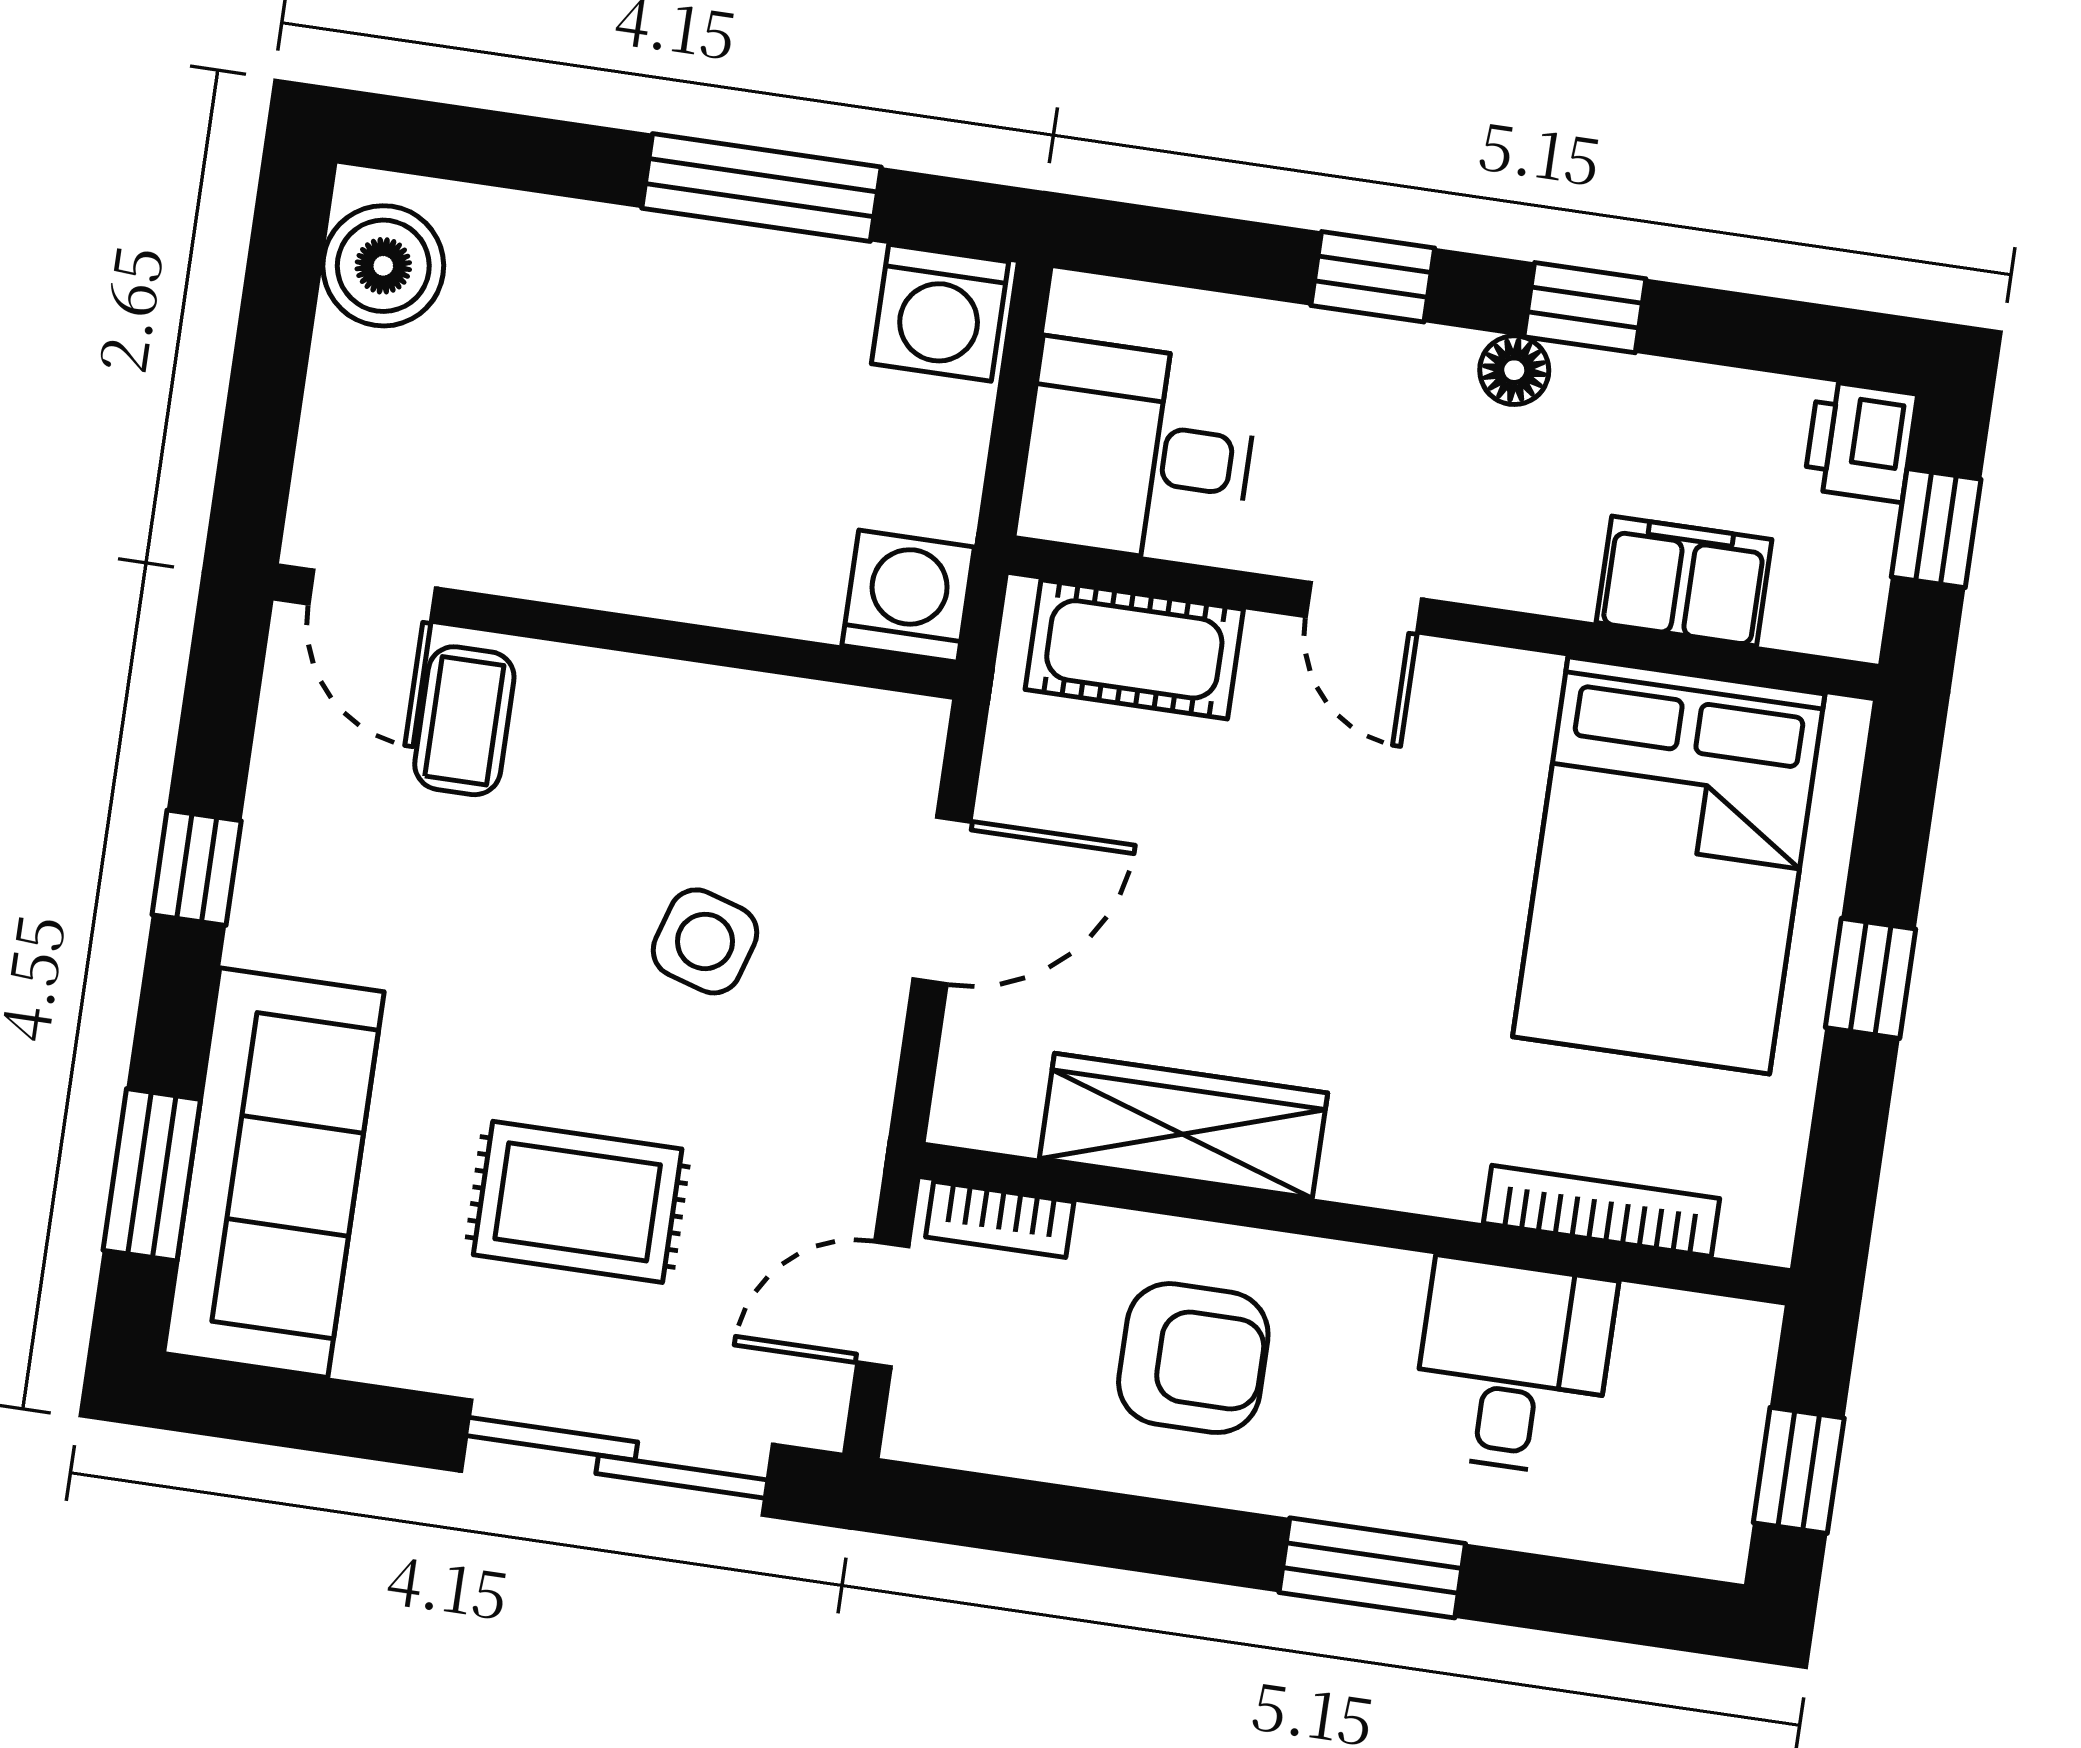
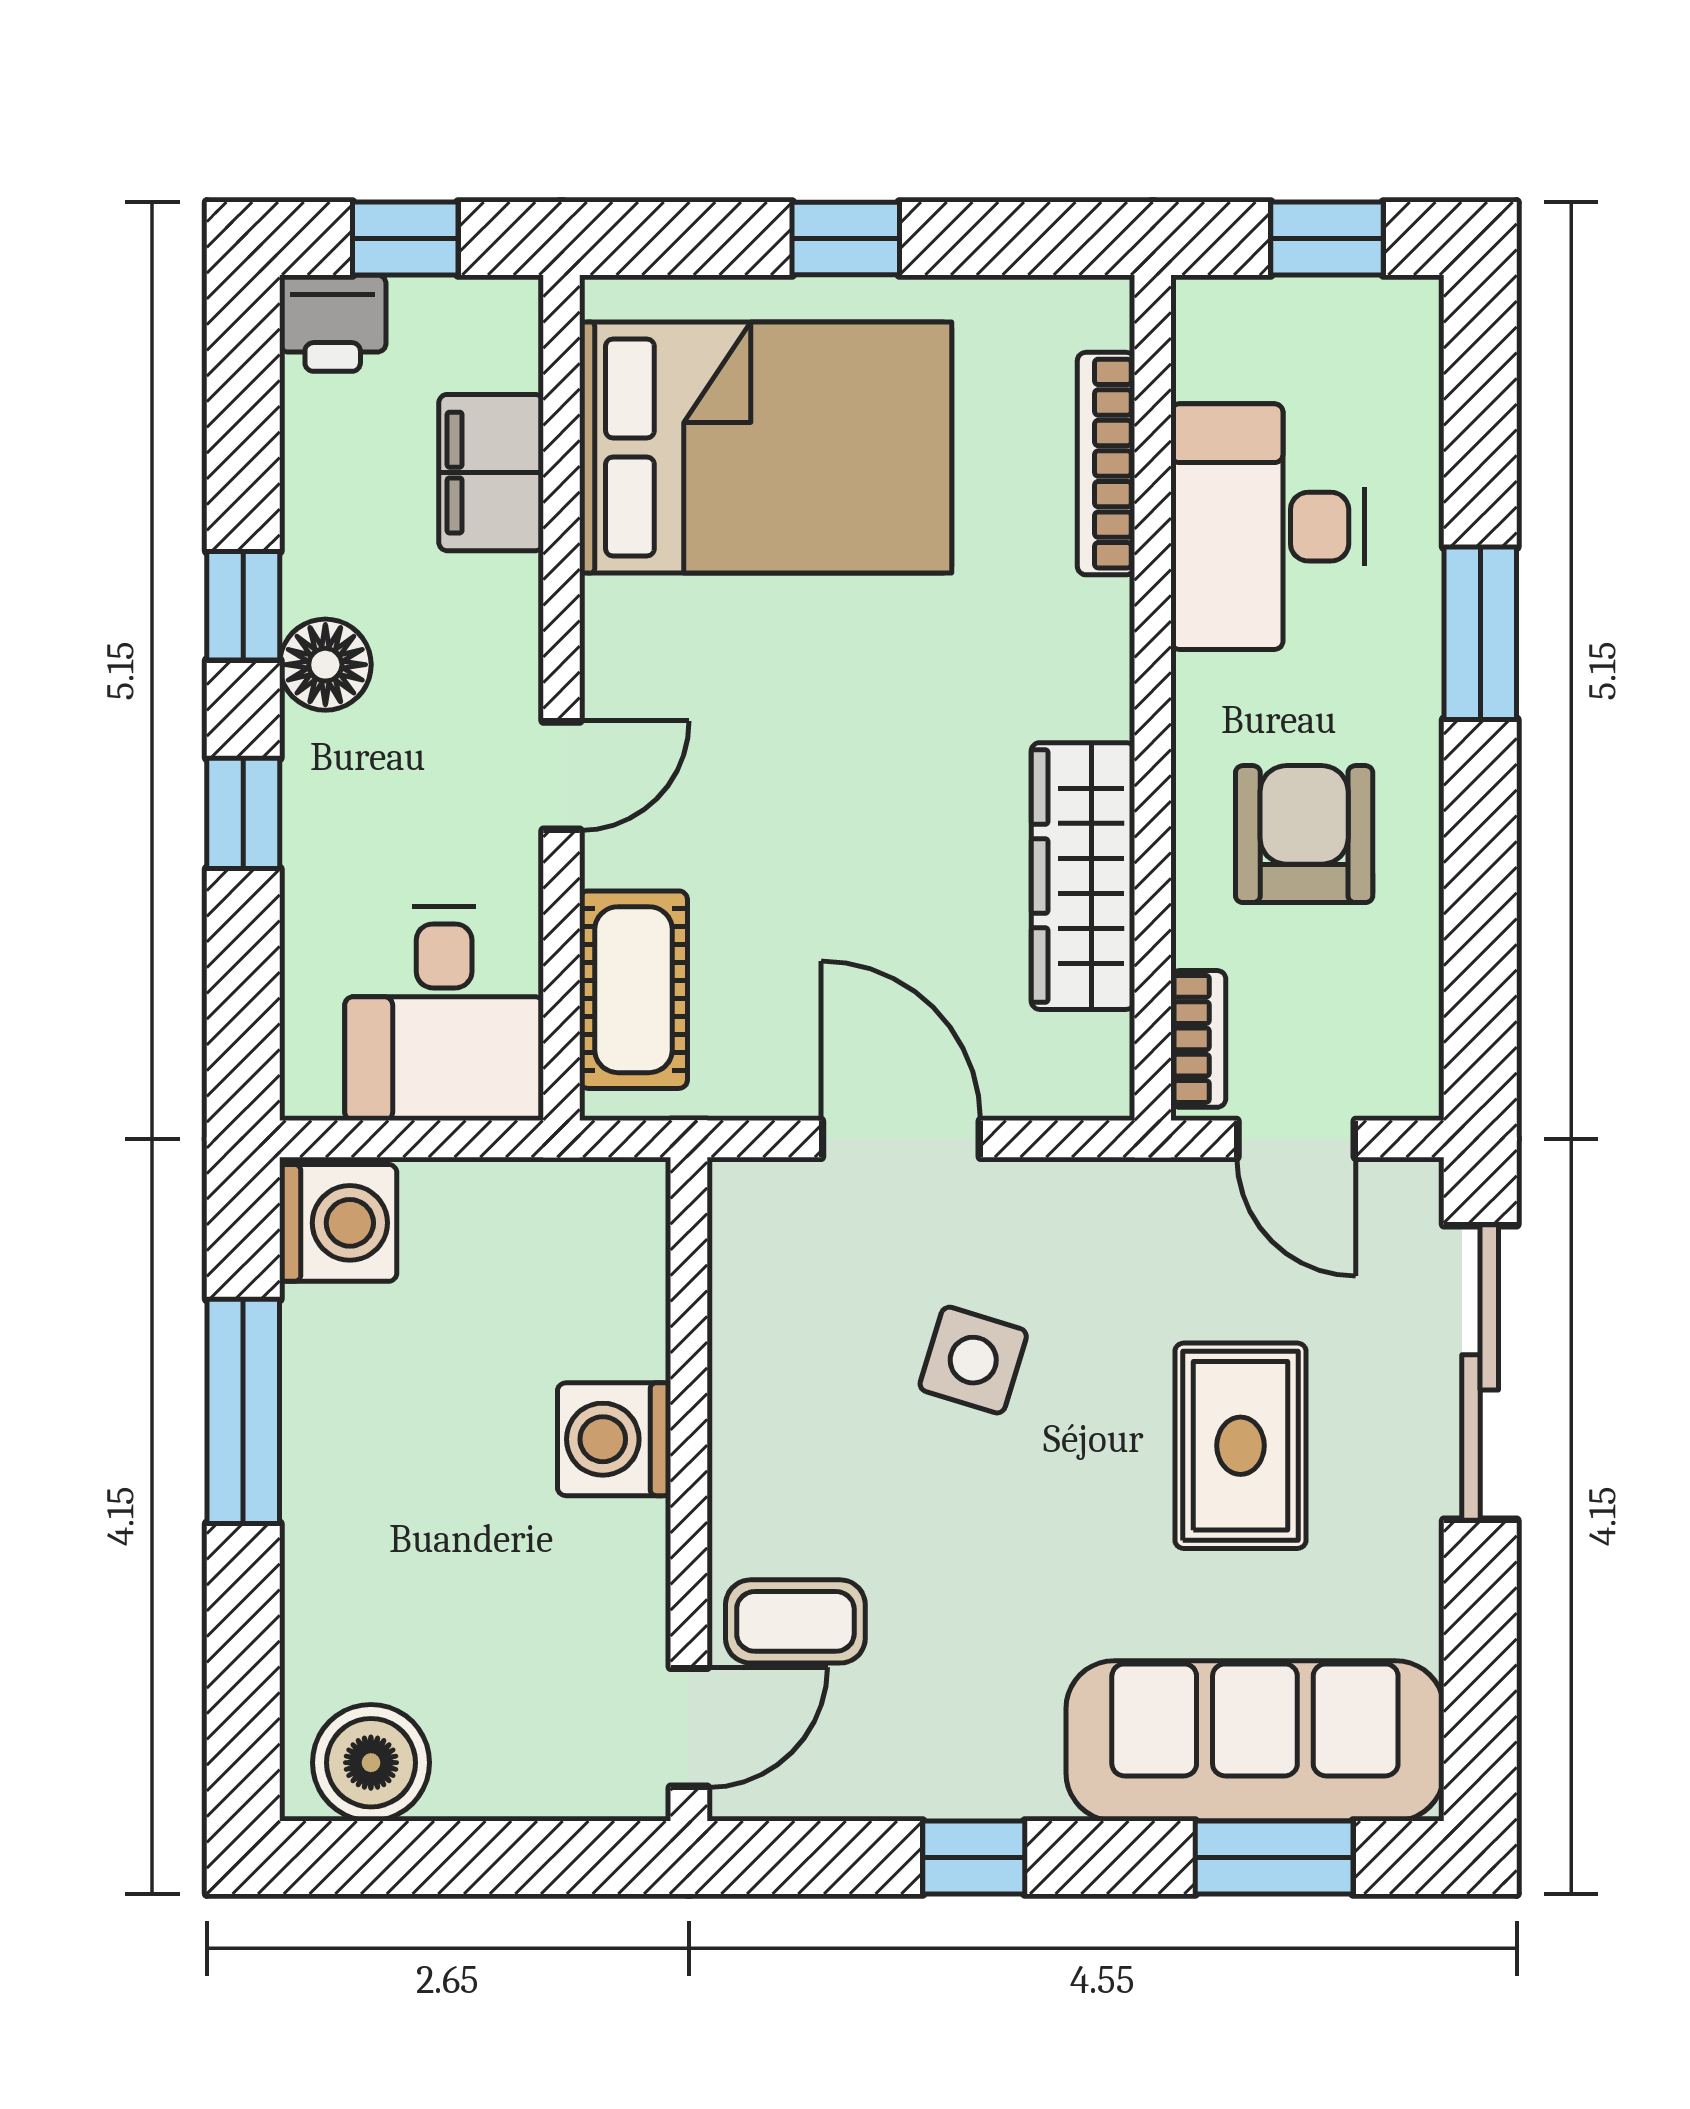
floor lamp: (1514, 370) -> (325, 665), width x1.37, depth x1.37
washing machine: (908, 596) -> (614, 1439), moved
desk: (1513, 1366) -> (1267, 527), width x1.37

